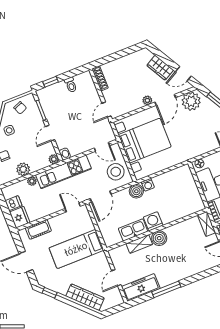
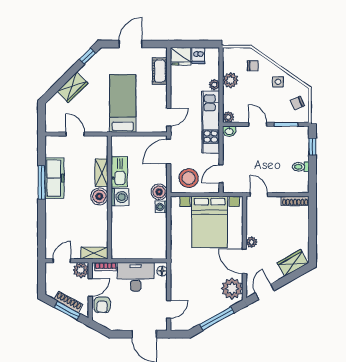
wardrobe: (160, 68) -> (293, 263), moved
door: (101, 196) -> (169, 152), hinge flipped
freezer: (141, 287) -> (54, 178), moved
wardrobe: (85, 297) -> (73, 87), width x0.67

